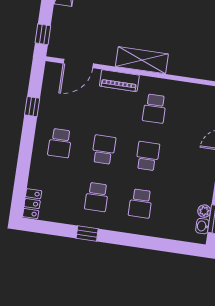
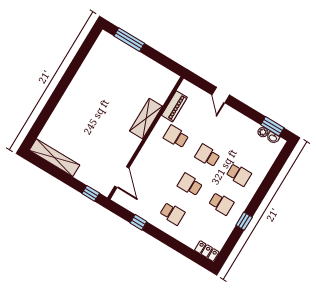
shelving: (142, 60) -> (146, 119), moved
piano: (119, 81) -> (174, 106), moved
school desk: (155, 109) -> (176, 137), turned 180

